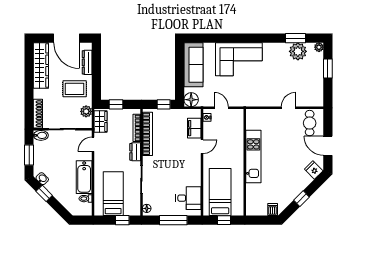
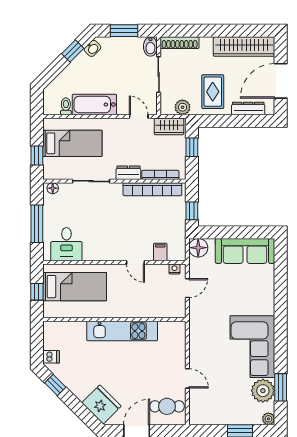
corner sofa: (239, 59) -> (252, 347), moved
filing cabinet: (194, 128) -> (160, 252), width x0.50
fridge: (314, 170) -> (101, 404), width x1.88, depth x1.34
window: (302, 199) -> (55, 385), moved

